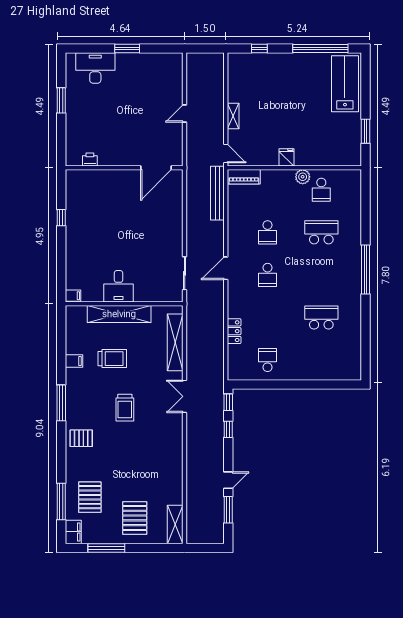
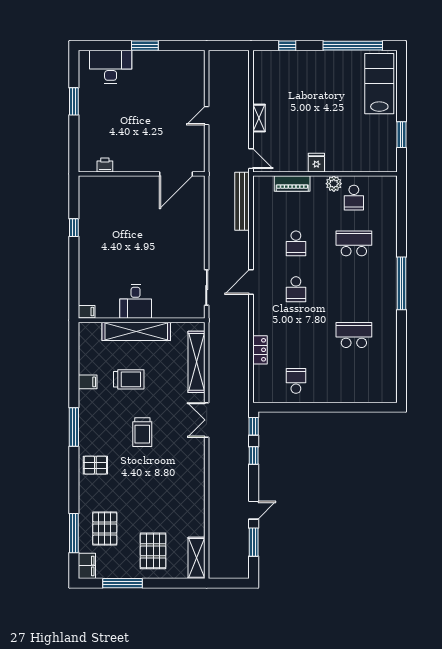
piano: (244, 177) -> (292, 184), moved

